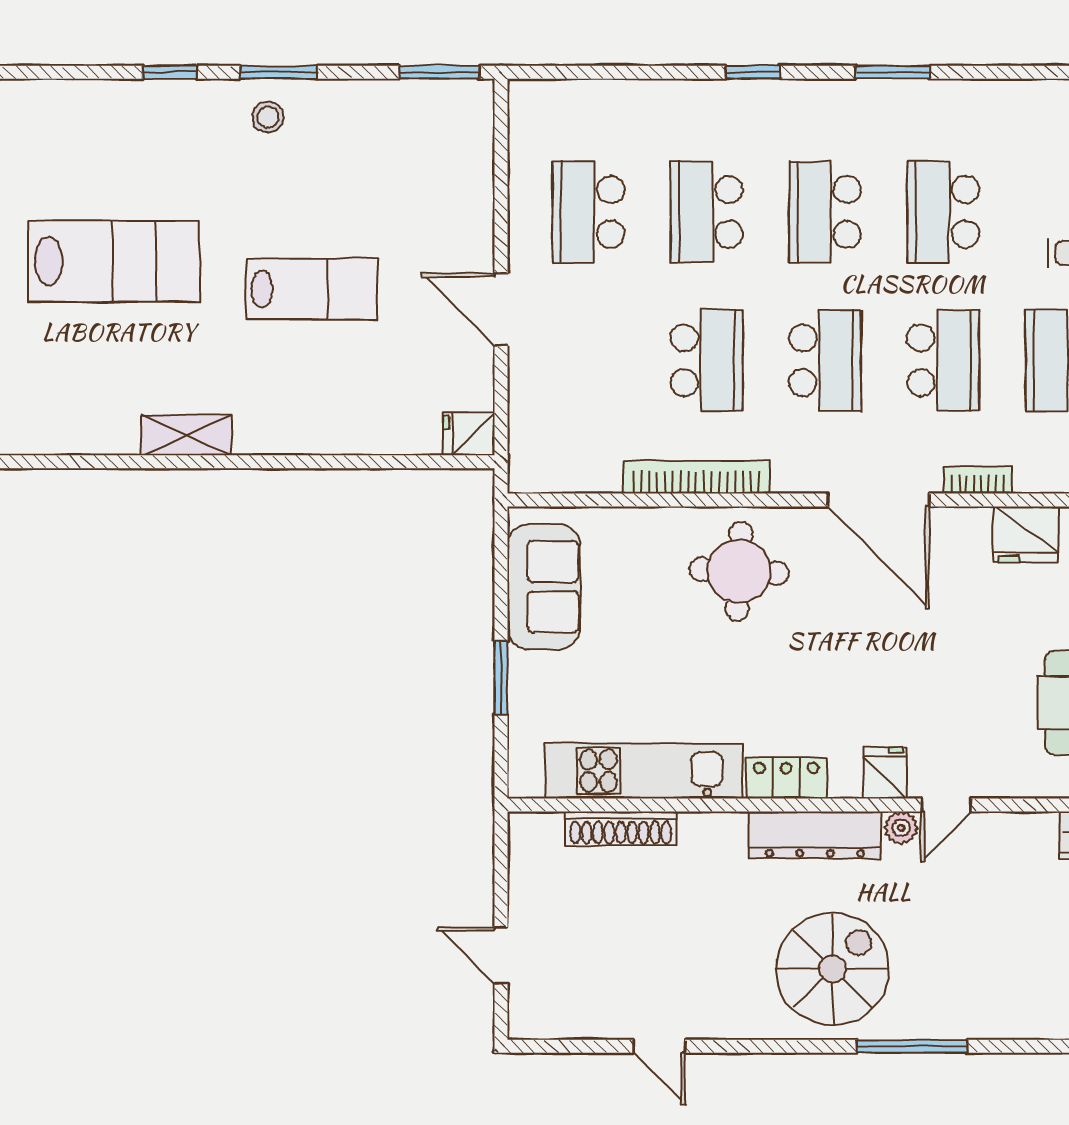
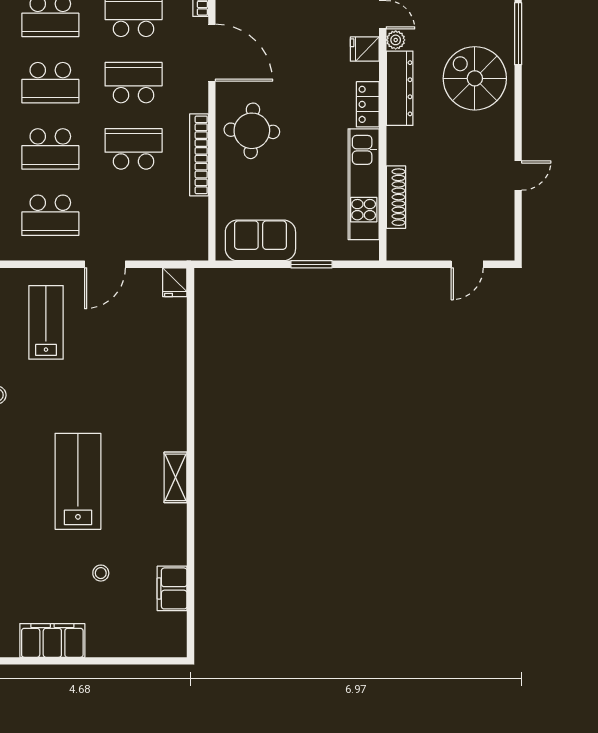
lab bench: (312, 289) -> (46, 322), moved
shelving: (186, 435) -> (176, 477), moved
door: (878, 500) -> (212, 53), hinge flipped

